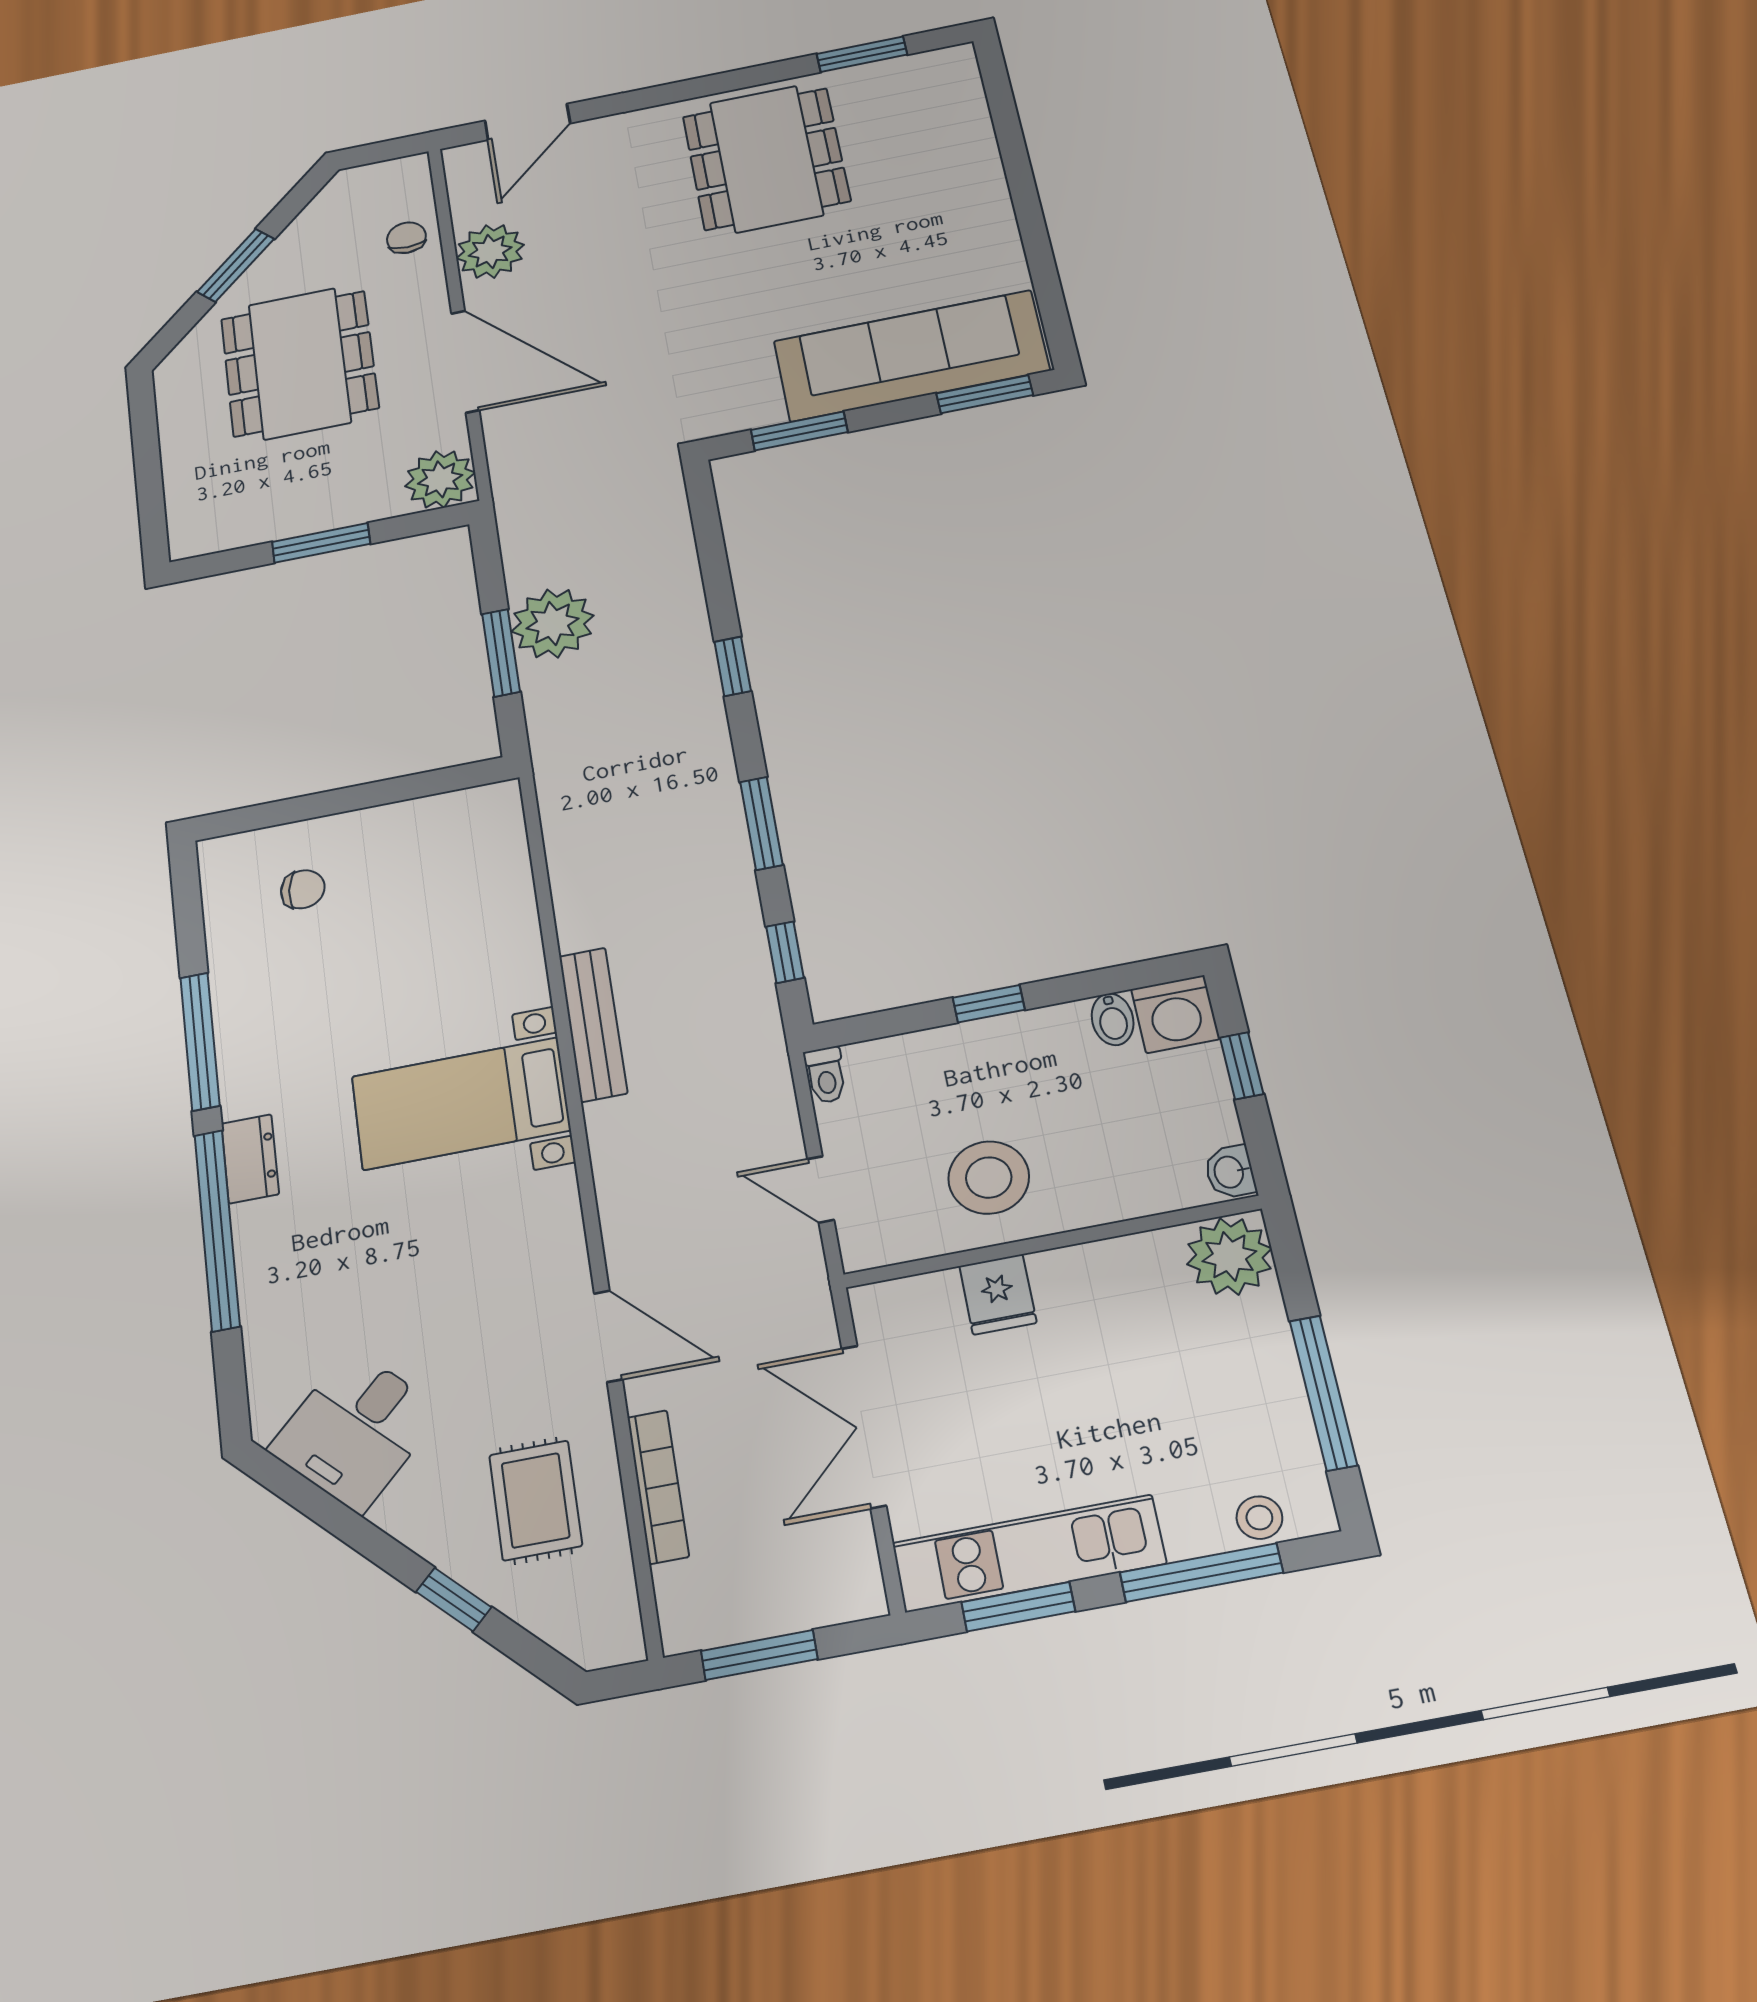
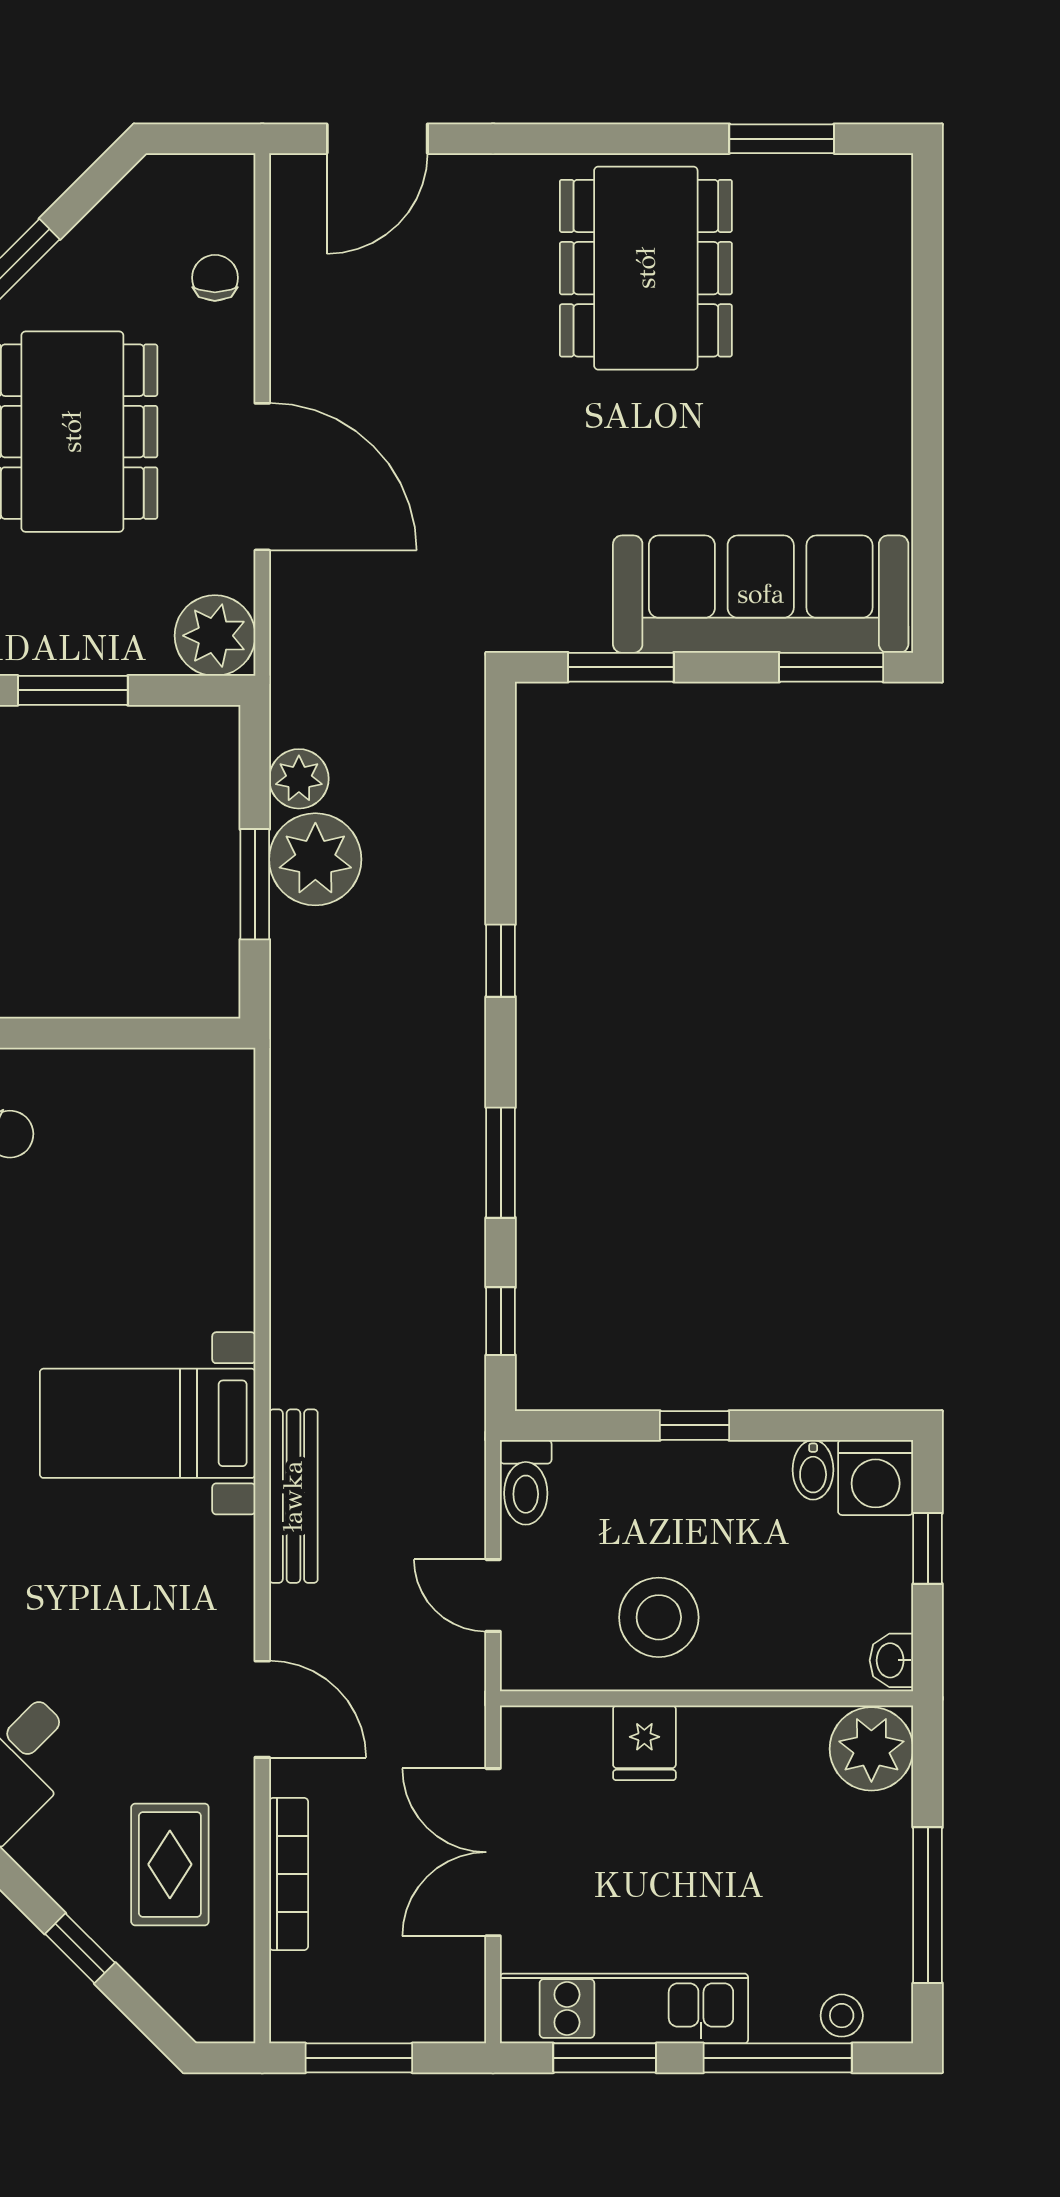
plant: (490, 251) -> (299, 779), moved, width x0.73, depth x0.73
bench: (593, 1024) -> (293, 1496), moved
toilet: (826, 1075) -> (526, 1482), width x1.37, depth x1.39

